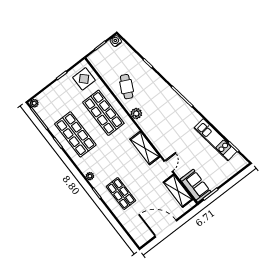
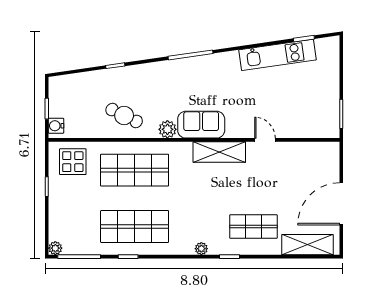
water cooler: (116, 41) -> (56, 126), moved
sofa: (196, 186) -> (201, 125), moved
shelving: (178, 191) -> (307, 245), moved

